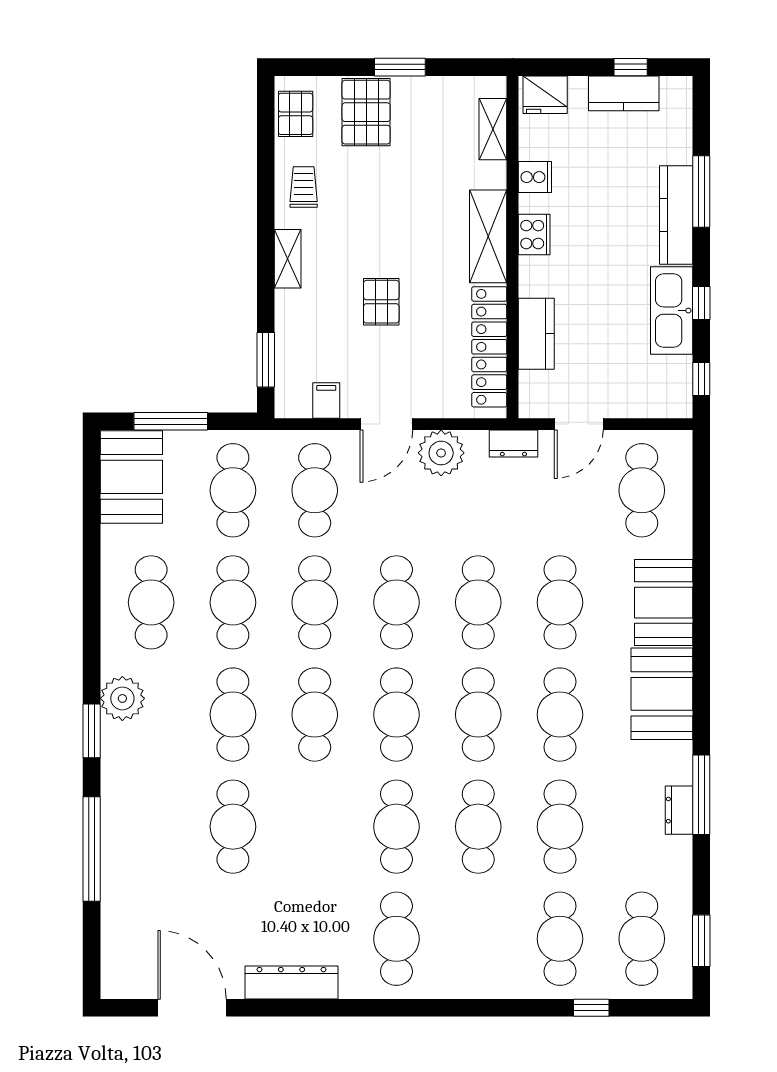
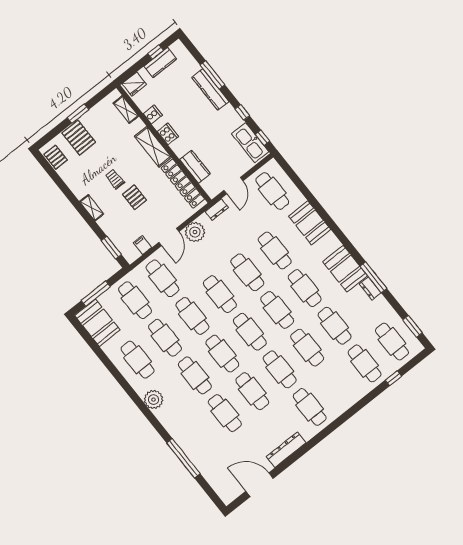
trolley: (304, 187) -> (115, 179), moved
kitchen sink: (672, 311) -> (250, 143), moved
booth: (662, 694) -> (345, 269), moved
window: (92, 731) -> (152, 419), removed
cafe table: (315, 827) -> (252, 391), added

